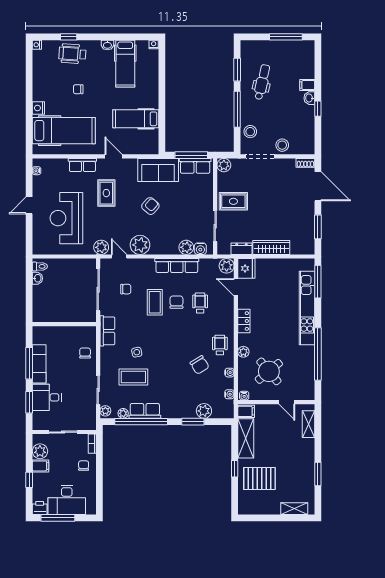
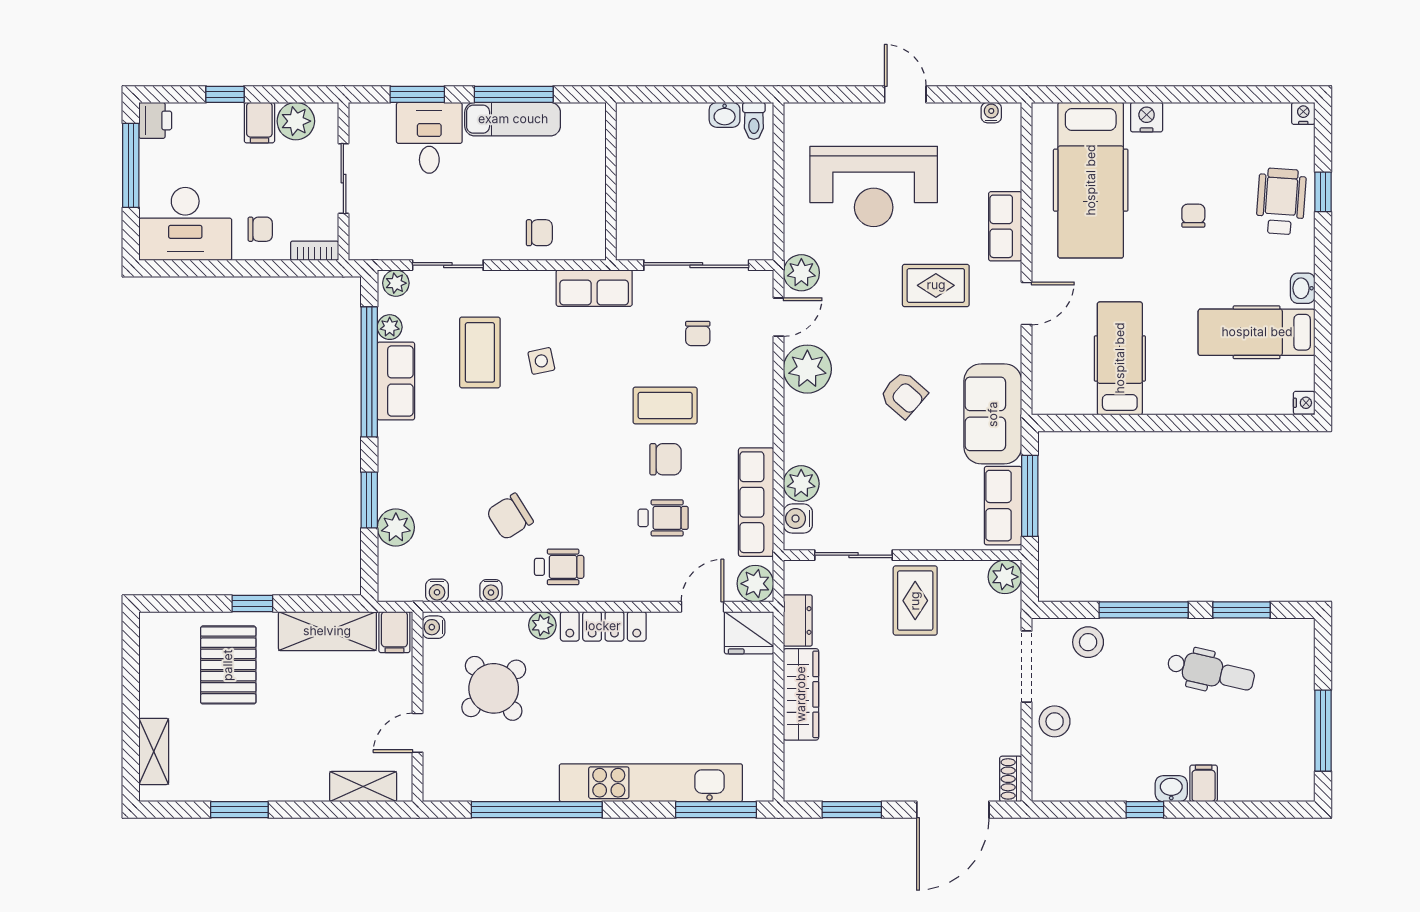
reception desk: (66, 218) -> (874, 186), turned 180
row of seats: (177, 266) -> (756, 502), moved
locker: (244, 321) -> (603, 626), width x1.53
desk: (67, 500) -> (185, 224), moved, turned -90

